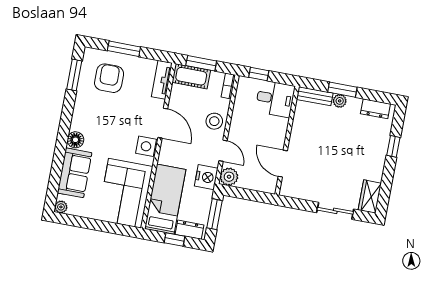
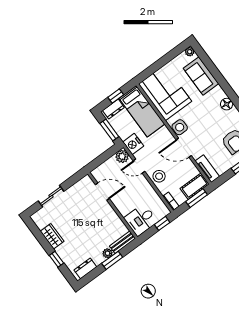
floor lamp: (75, 140) -> (227, 104), moved
wardrobe: (370, 197) -> (52, 236), moved

